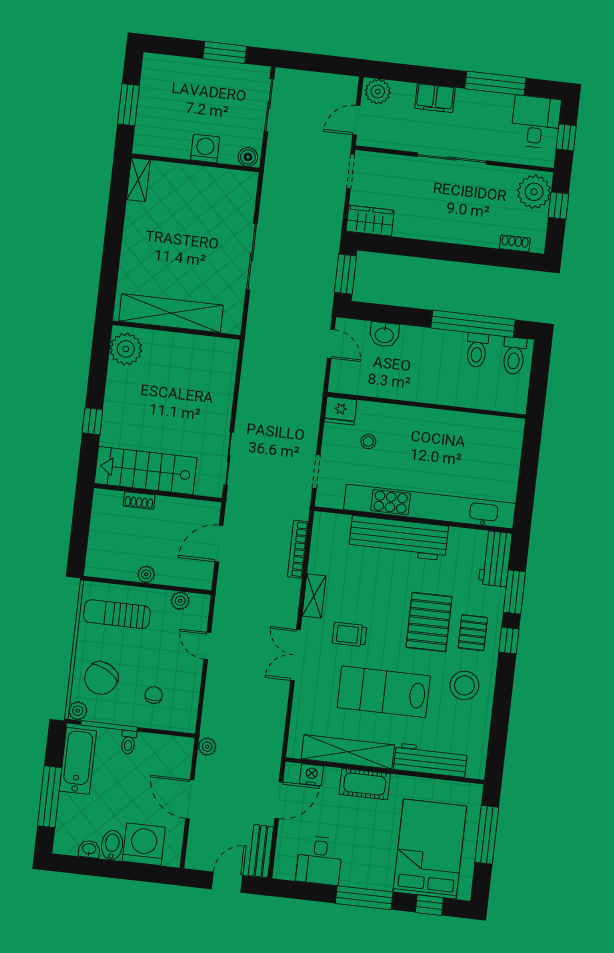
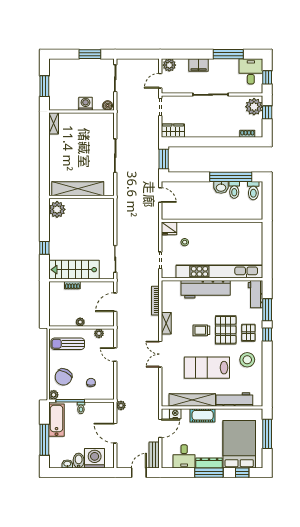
washbasin: (384, 335) -> (221, 187), moved
trolley: (350, 634) -> (201, 330), moved
dresser: (367, 879) -> (209, 463), added

